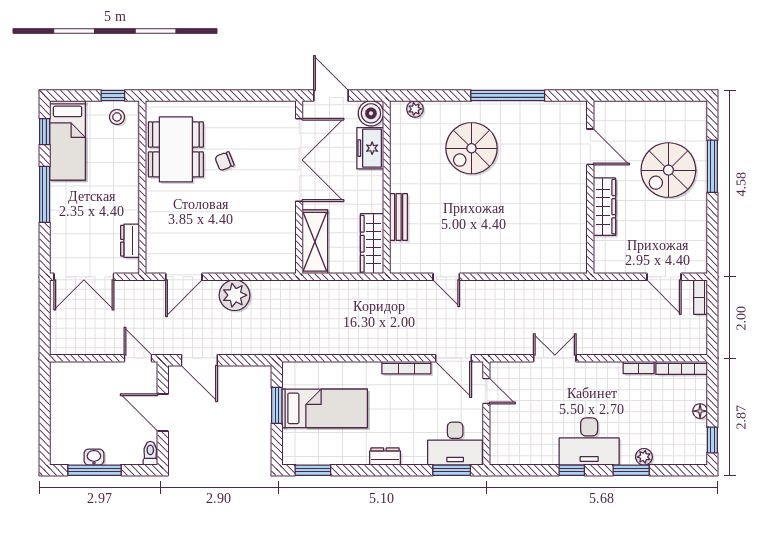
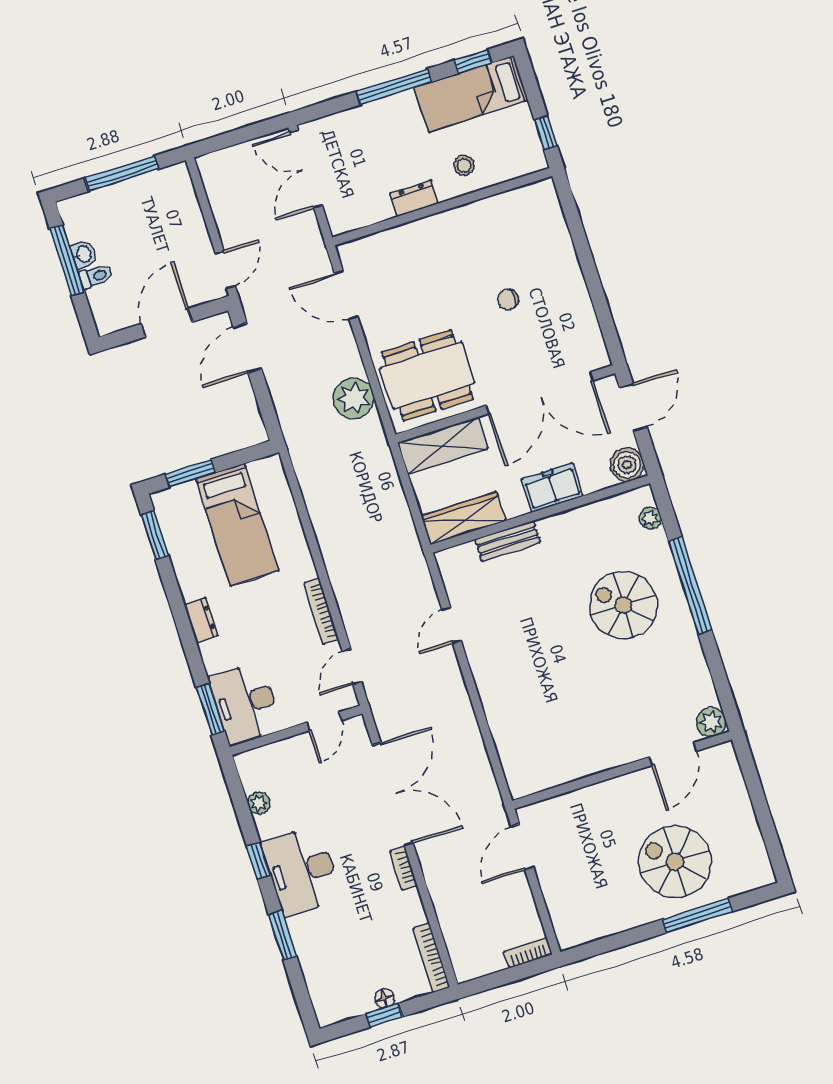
window: (508, 96) -> (690, 585), moved
plant: (576, 112) -> (711, 722), added
stool: (117, 117) -> (464, 166), moved
freezer: (370, 148) -> (552, 487), moved
dining table: (176, 149) -> (427, 376), moved
chair: (225, 161) -> (508, 300), turned -69
wardrobe: (604, 207) -> (603, 796), removed
dresser: (130, 241) -> (414, 198), moved
door: (664, 277) -> (522, 847), moved
plant: (235, 295) -> (354, 398), moved
door: (453, 358) -> (352, 667), width x0.73
double door: (555, 358) -> (393, 794), width x1.87
bookcase: (639, 367) -> (403, 868), moved
window: (277, 405) -> (190, 473), moved
window: (45, 411) -> (122, 174), added
window: (712, 440) -> (384, 1015), moved
toilet: (150, 453) -> (96, 276), moved
plant: (644, 457) -> (259, 803), moved

